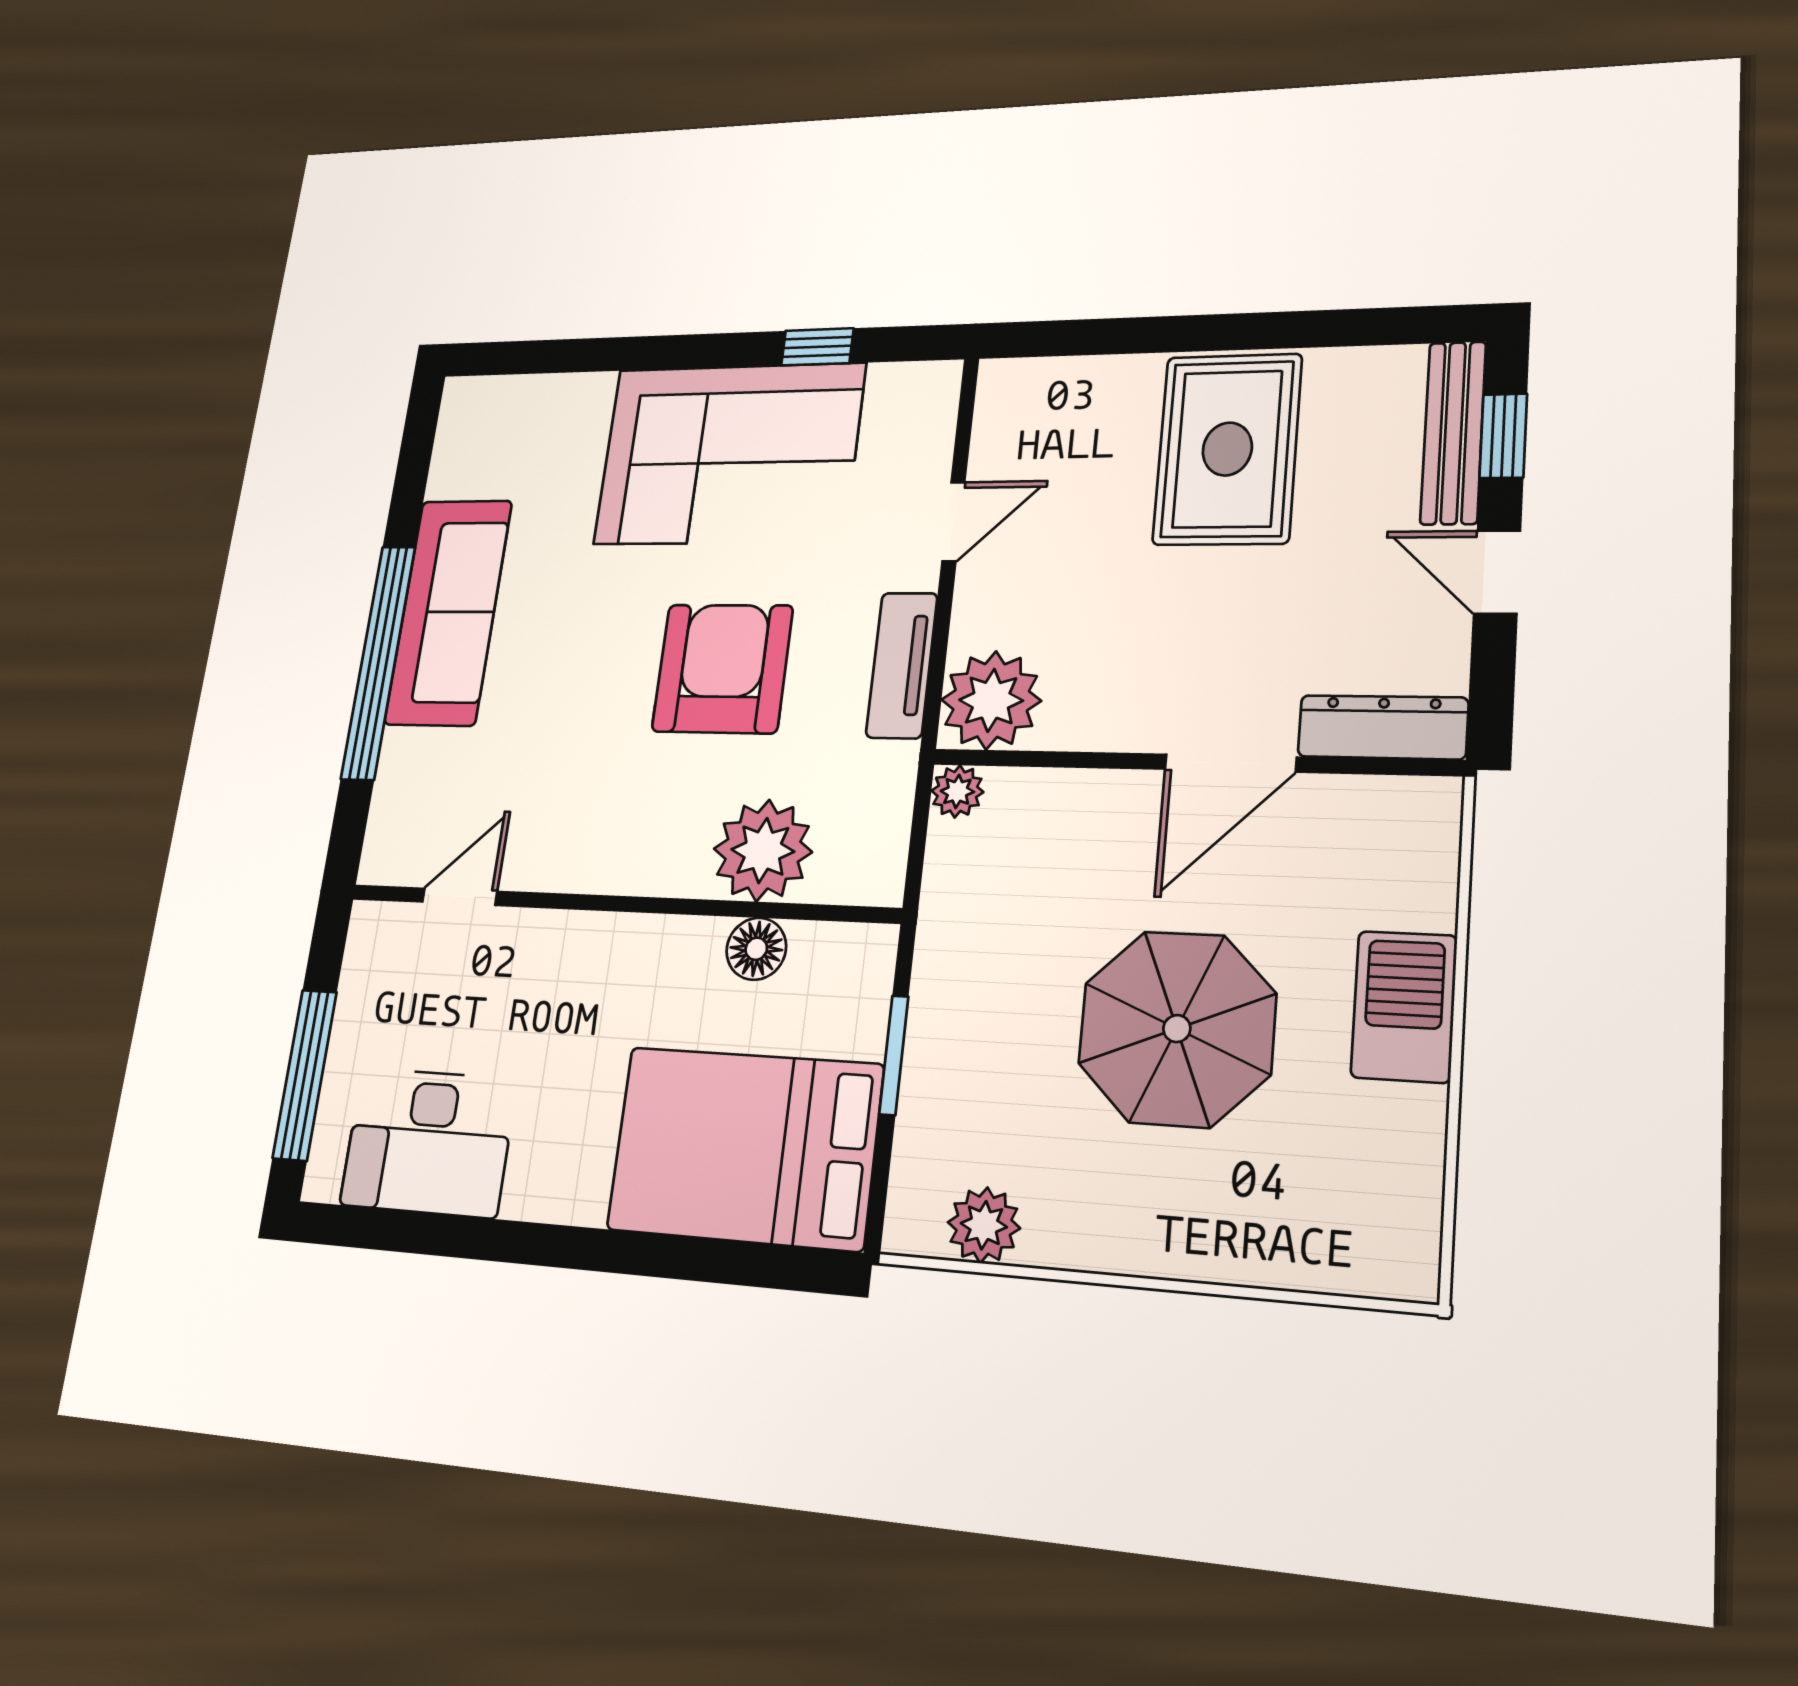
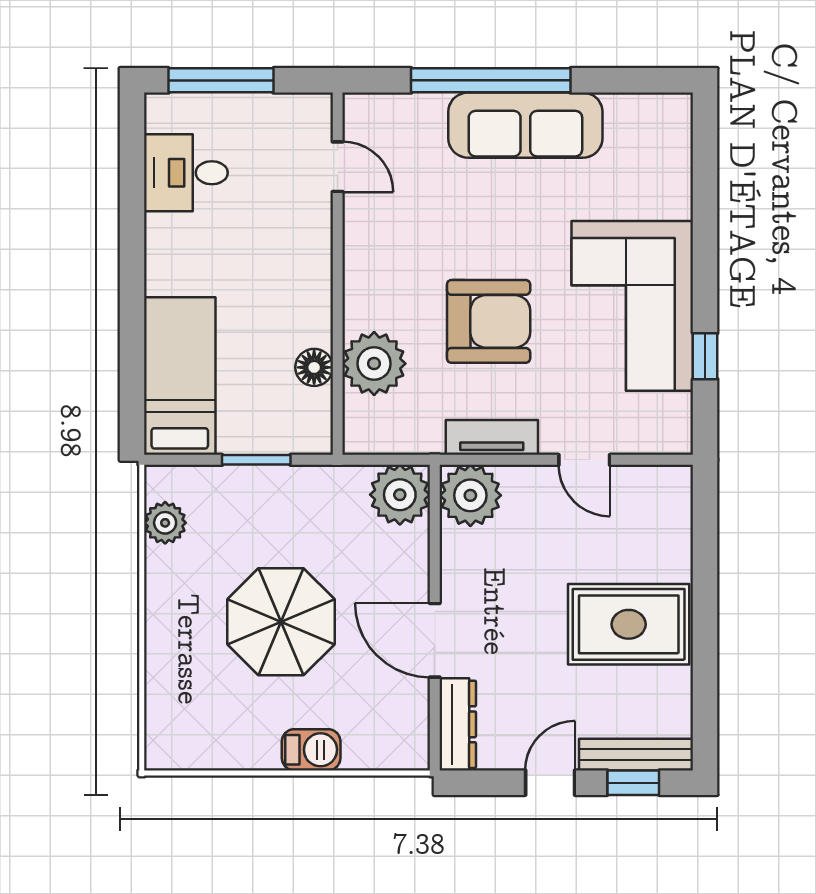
plant: (957, 791) -> (400, 495), width x1.87, depth x1.87
barbecue: (1404, 1006) -> (311, 750), width x0.73, depth x0.79
desk: (428, 1142) -> (186, 173), width x0.73
bed: (745, 1147) -> (180, 376), width x0.67

